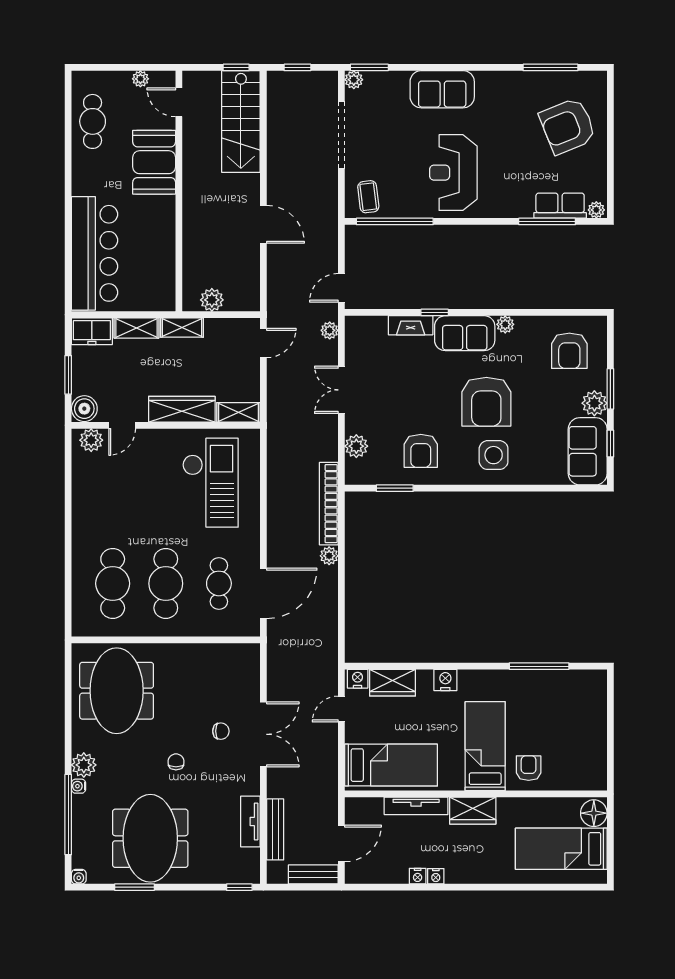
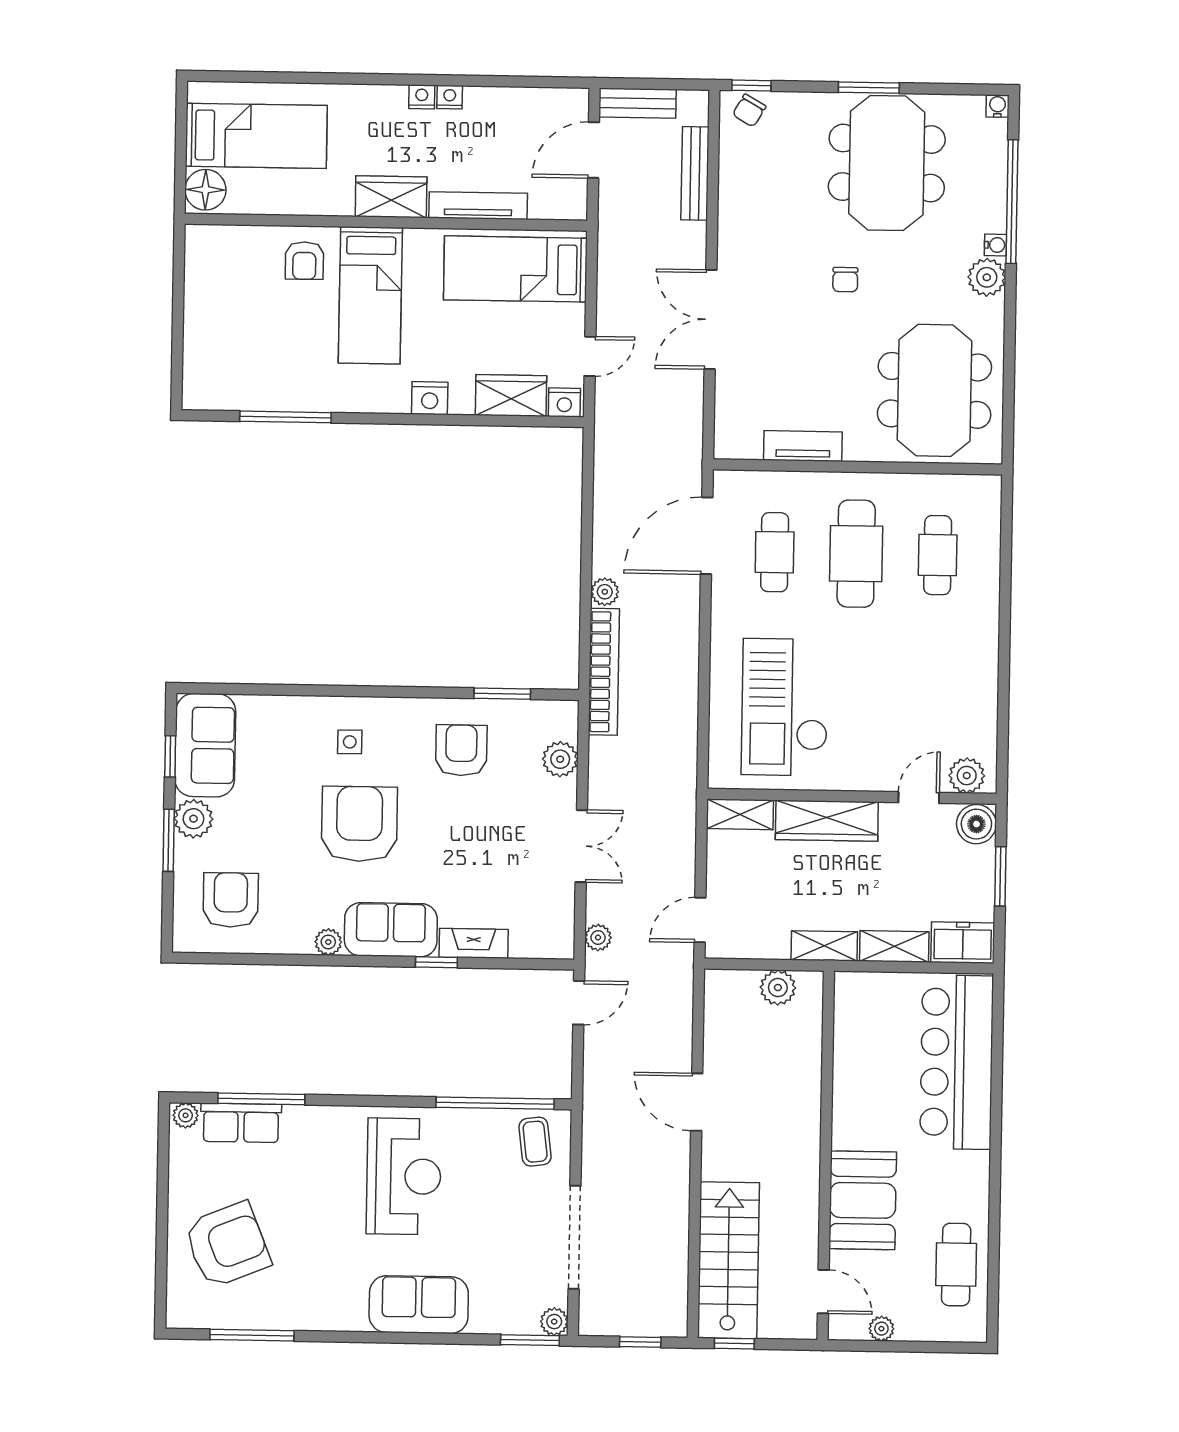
side table: (494, 455) -> (350, 742), width x0.54, depth x0.54
cafe table: (113, 583) -> (938, 555), width x0.73, depth x0.74
chair: (221, 731) -> (749, 110), moved, turned -60
tv unit: (250, 822) -> (803, 446), moved, turned -90
nightstand: (418, 876) -> (422, 97), moved
window: (134, 887) -> (869, 88), moved

